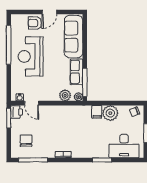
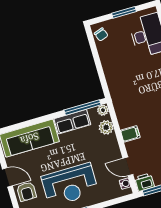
door: (32, 103) -> (128, 166), swing flipped
filing cabinet: (97, 112) -> (130, 134), moved
plant: (110, 113) -> (112, 64), removed

